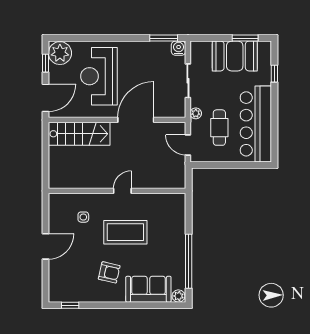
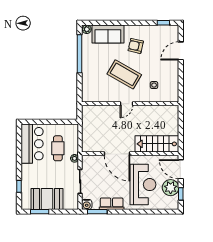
row of seats: (143, 49) -> (112, 204), added
plant: (60, 53) -> (171, 188), moved
door: (45, 98) -> (181, 169), hinge flipped
door: (136, 120) -> (117, 154), hinge flipped
bar counter: (256, 124) -> (32, 144), width x0.73
door: (188, 145) -> (80, 136), removed
coffee table: (125, 232) -> (124, 74), turned 30
door: (45, 246) -> (181, 51), moved

